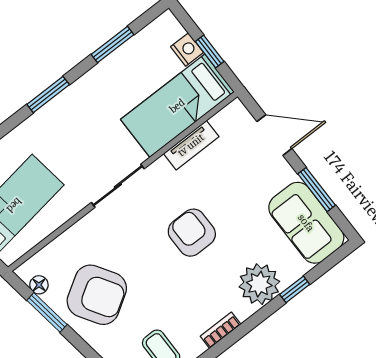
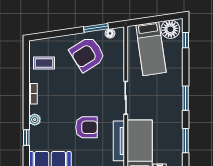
tv unit: (191, 145) -> (119, 141), width x1.41
armchair: (192, 233) -> (86, 127), moved
plant: (259, 284) -> (35, 120), width x0.53, depth x0.53

